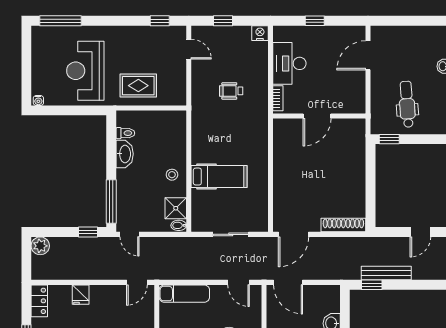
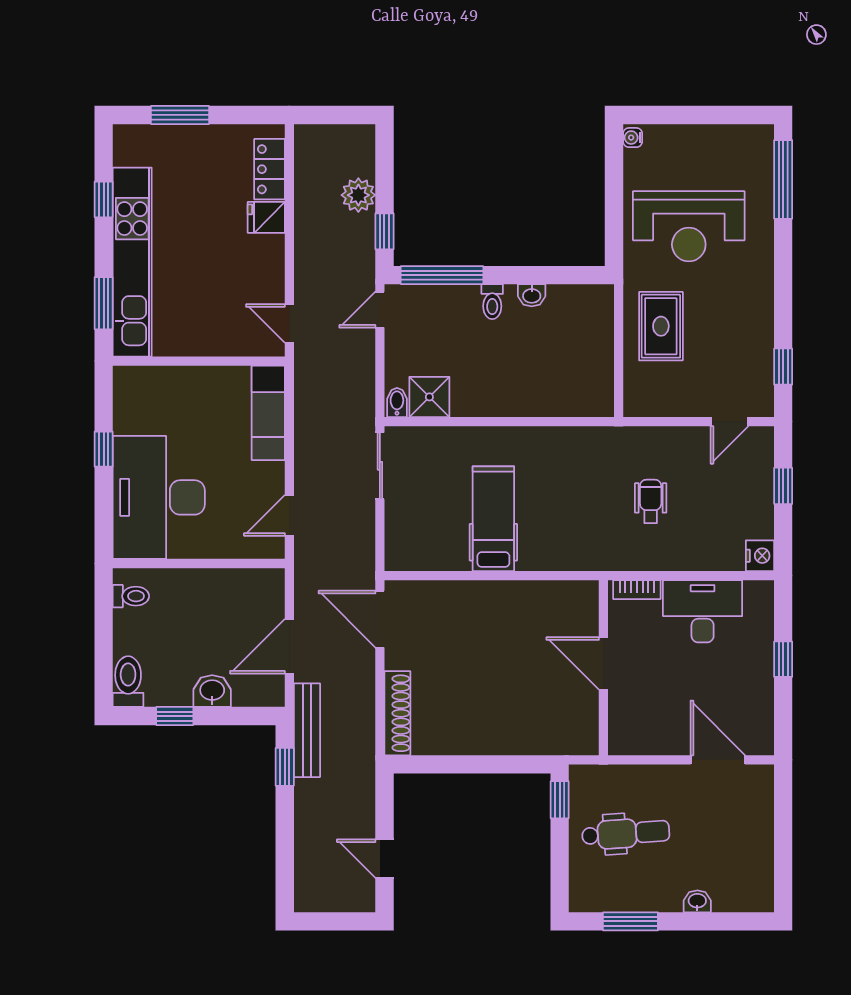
reception desk: (85, 71) -> (689, 226), turned 180
toilet: (125, 133) -> (492, 302), moved
washbasin: (125, 154) -> (532, 295), width x0.52, depth x0.69
stool: (172, 175) -> (493, 390), removed
hospital bed: (219, 177) -> (493, 519), moved, turned 180
sliding door: (231, 234) -> (380, 466), moved
plant: (40, 246) -> (358, 195), moved
bench: (386, 273) -> (307, 730), moved
door: (288, 282) -> (289, 646), moved
locker: (39, 301) -> (270, 169), moved, turned 90

